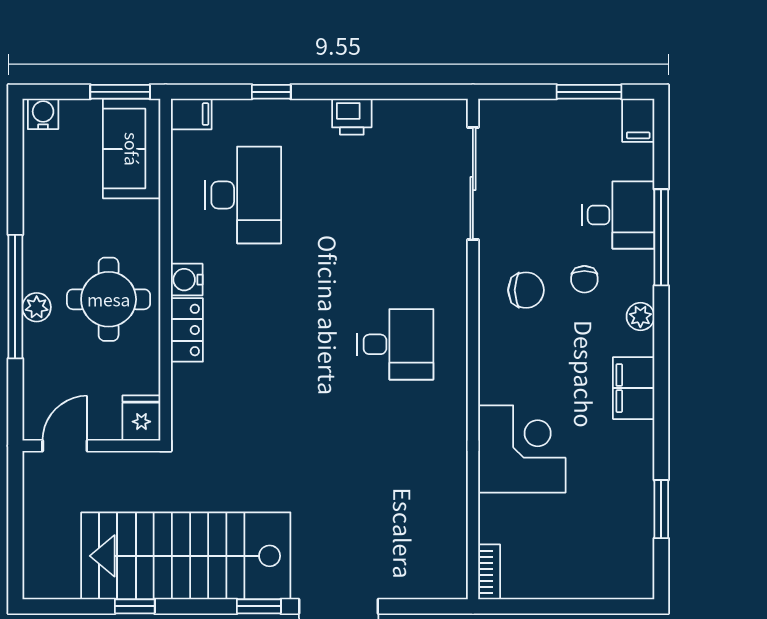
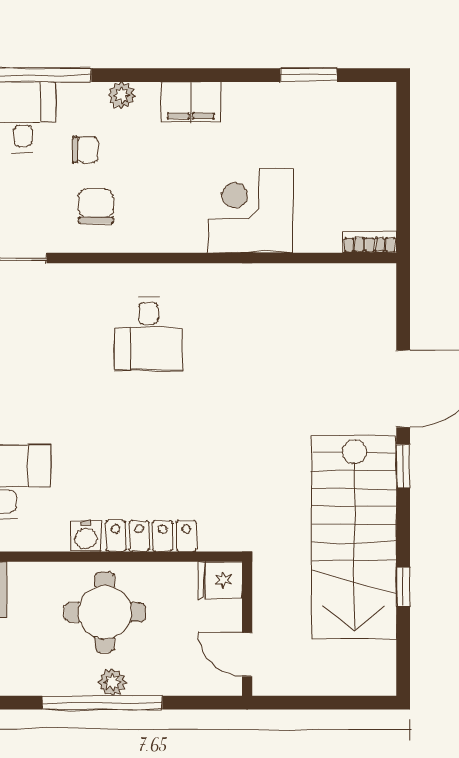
locker: (187, 330) -> (151, 536), width x1.53
desk: (395, 344) -> (148, 333), turned 180

